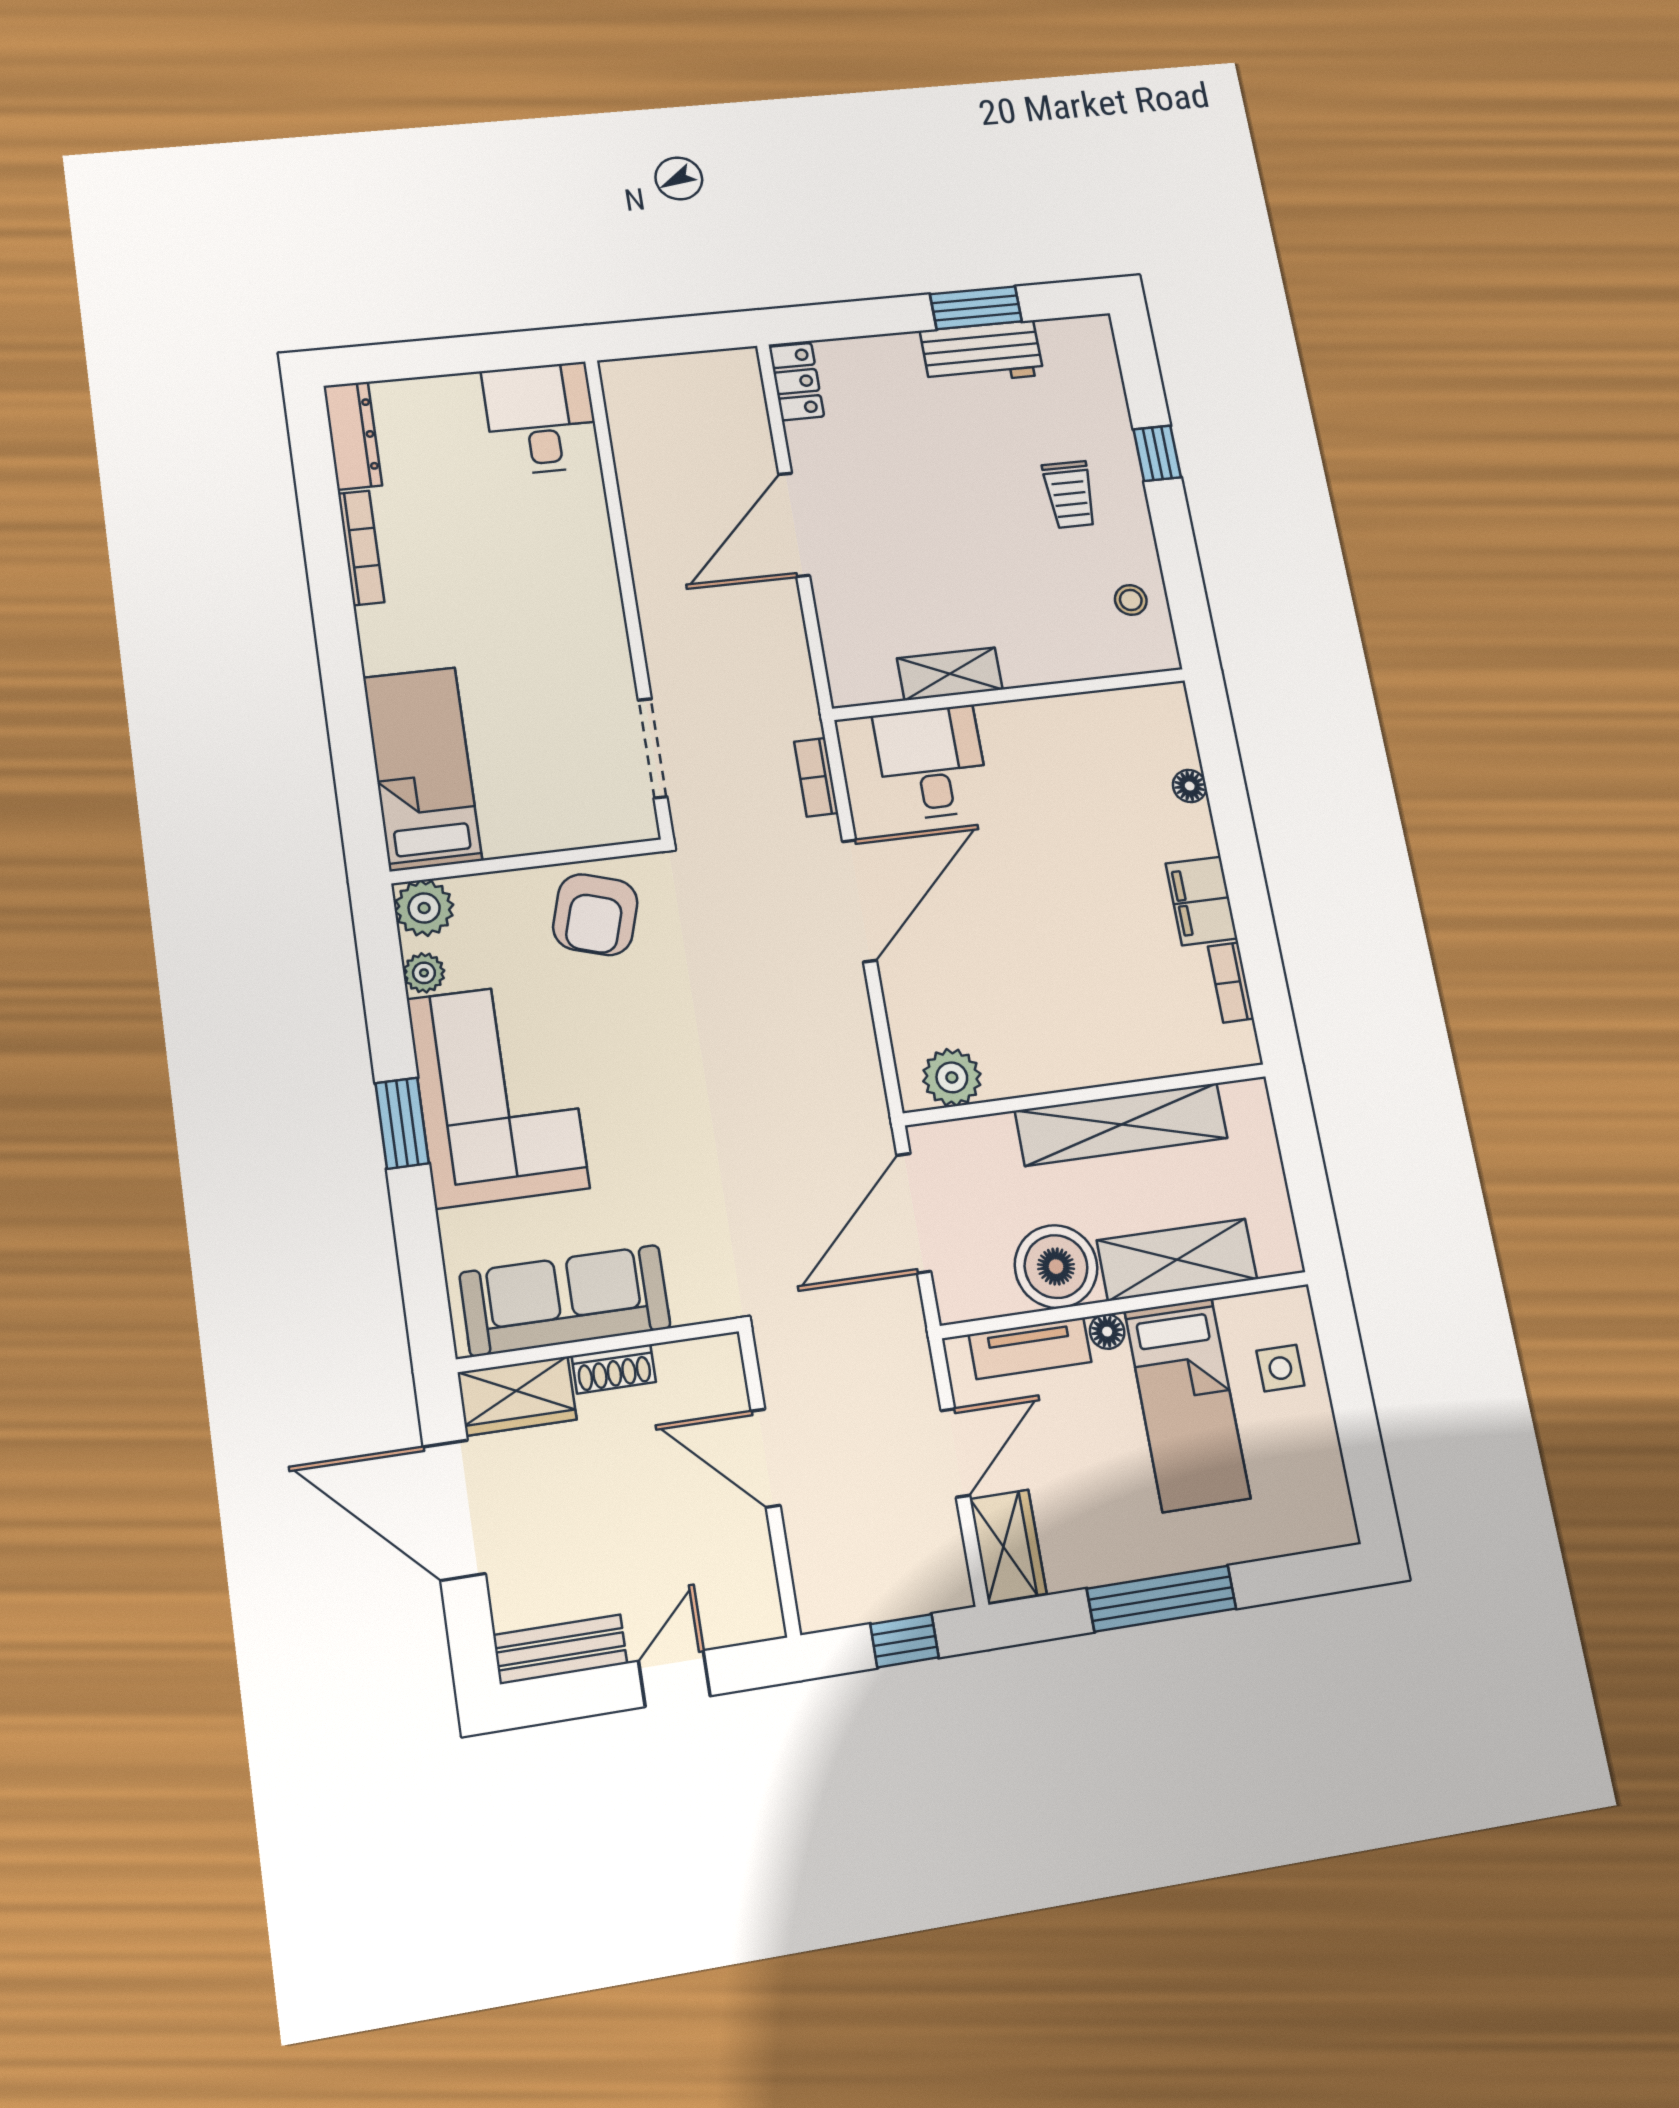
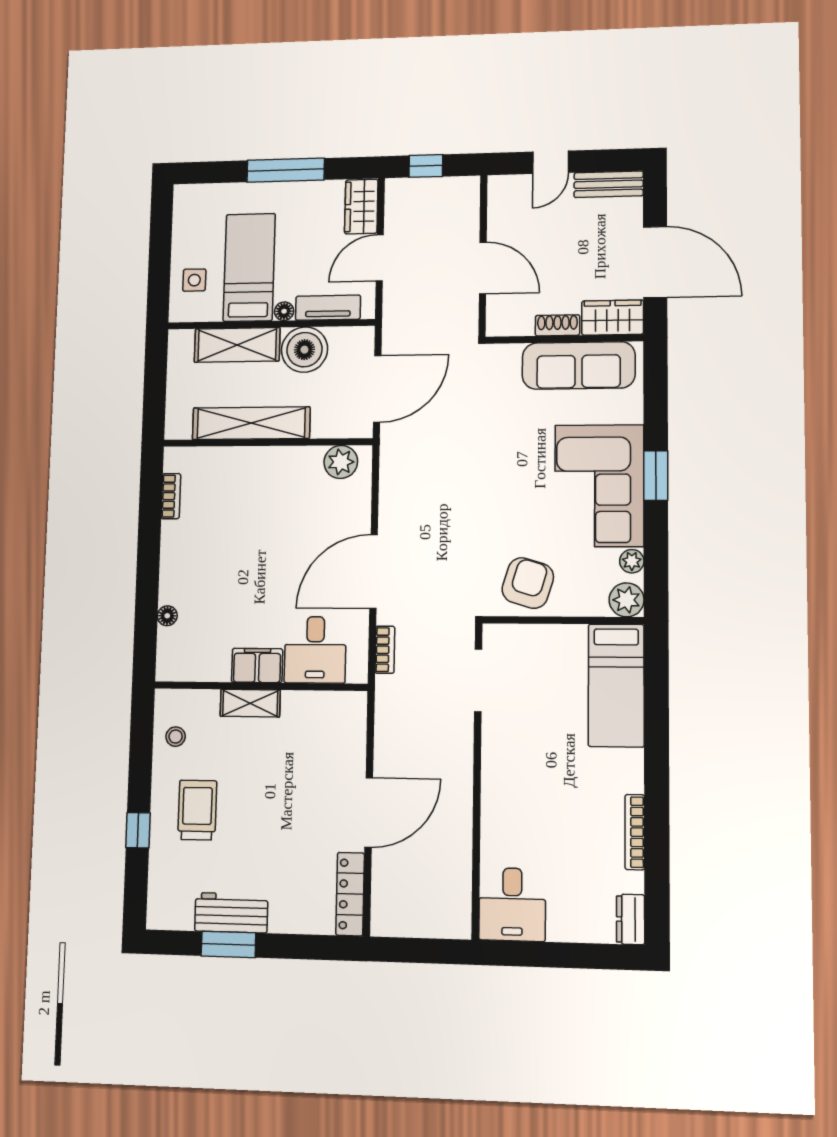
locker: (796, 382) -> (350, 894), width x1.53
dresser: (353, 436) -> (631, 919), width x0.70
trolley: (1070, 494) -> (197, 810), width x1.36, depth x1.39
shelving: (950, 674) -> (250, 703), moved
filing cabinet: (1202, 901) -> (257, 665), moved, turned -90

